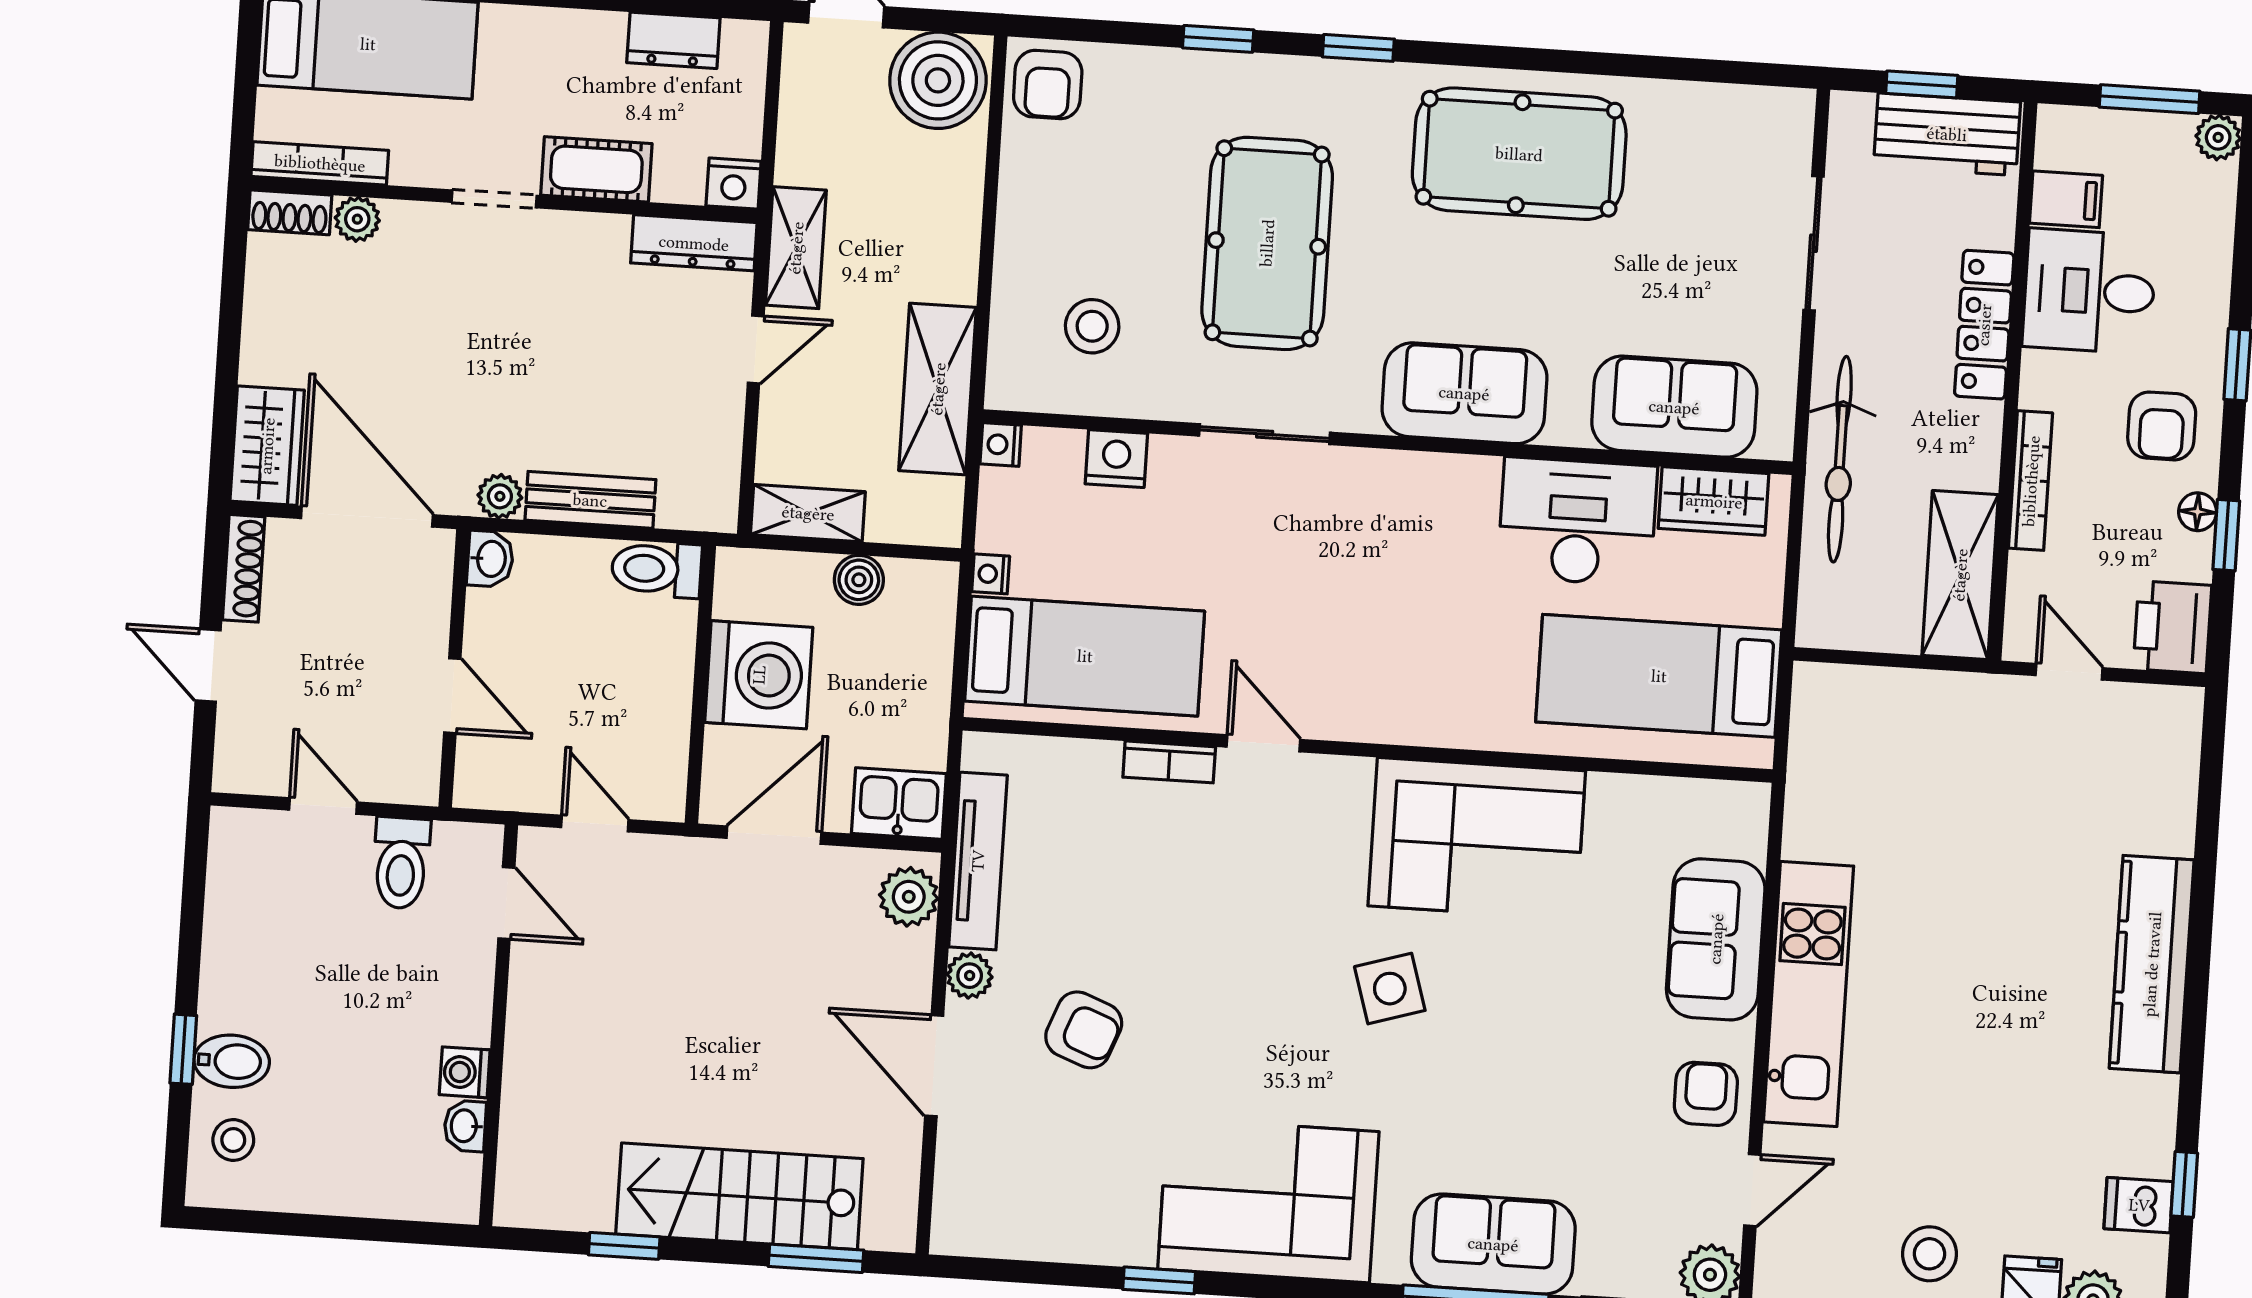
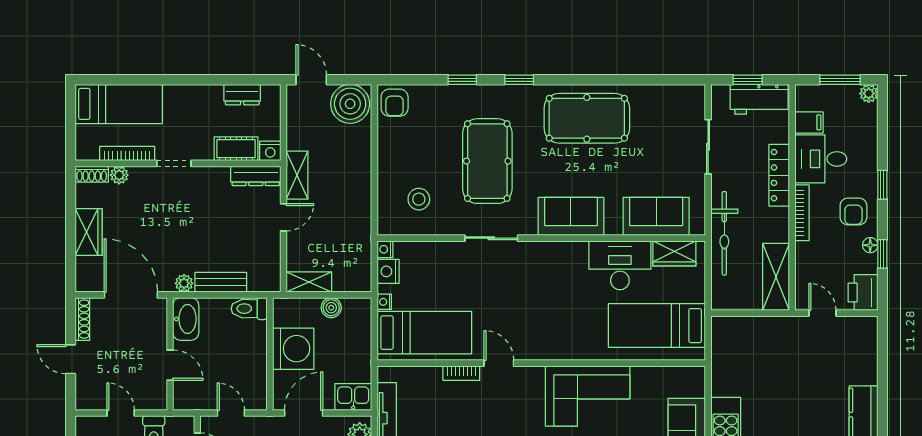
bookcase: (320, 163) -> (127, 154), moved
cot: (596, 169) -> (236, 149), moved
shelving: (938, 389) -> (358, 229), removed
wardrobe: (267, 446) -> (89, 232), moved
nightstand: (1116, 459) -> (388, 271), moved, turned -90
bookcase: (2031, 481) -> (802, 213), moved
washbasin: (490, 559) -> (186, 319), width x1.91, depth x1.45

